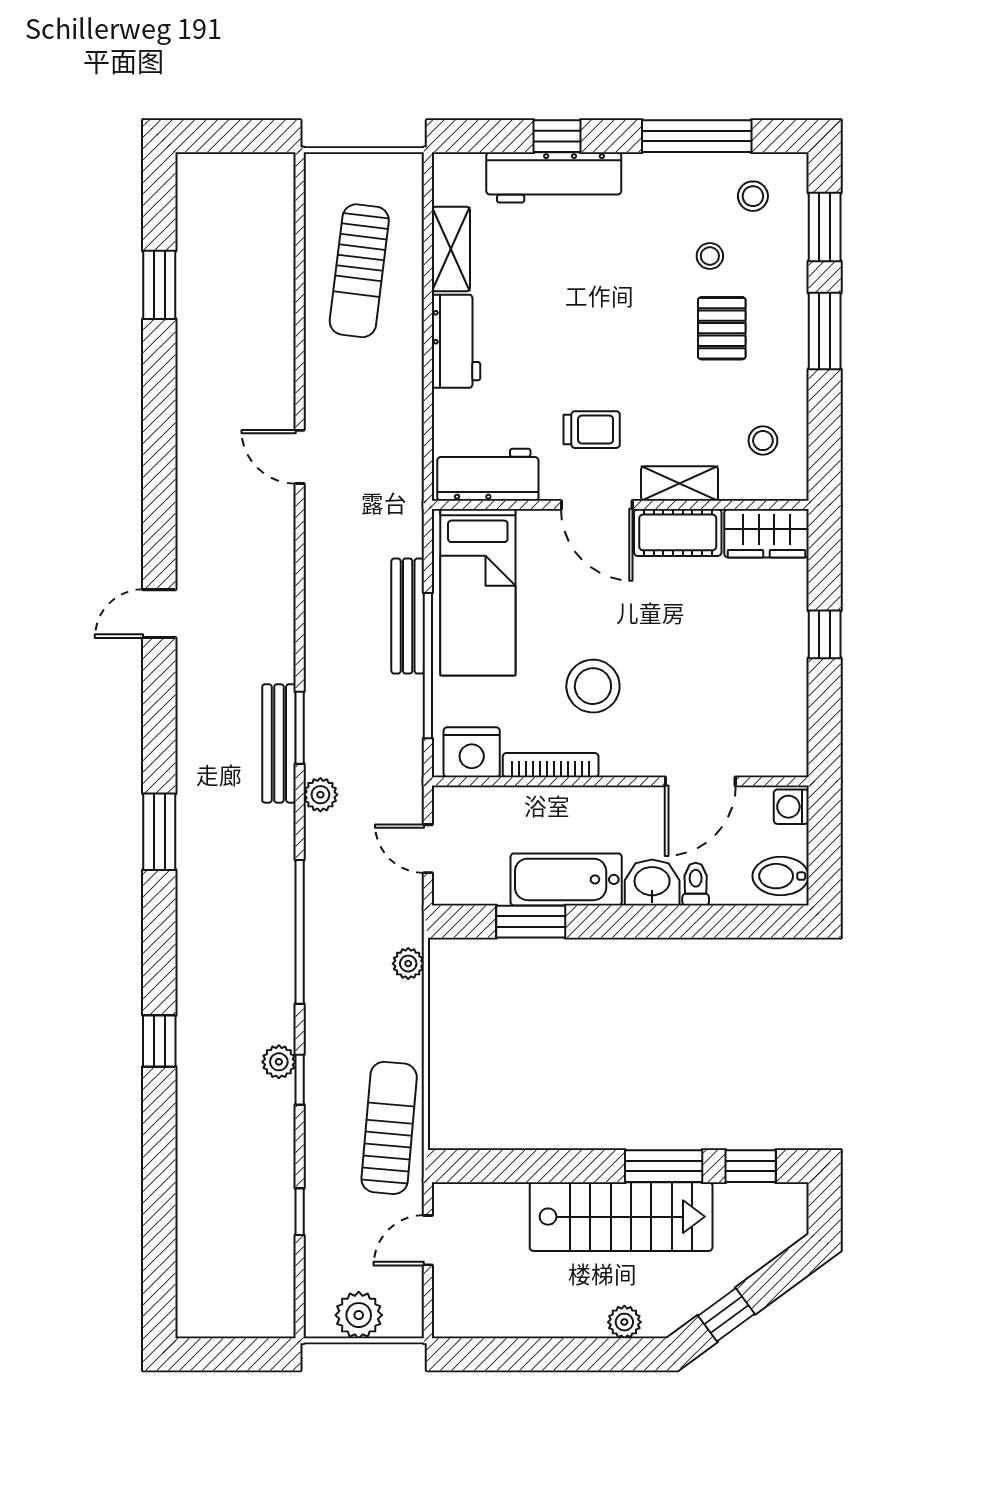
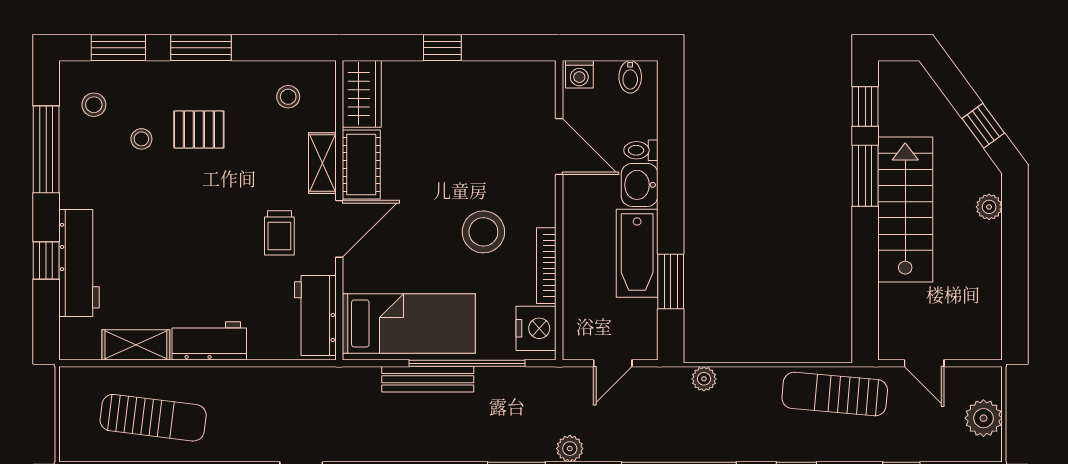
trolley: (592, 430) -> (279, 233), turned 180
bidet: (781, 876) -> (630, 77), width x0.72, depth x0.74

